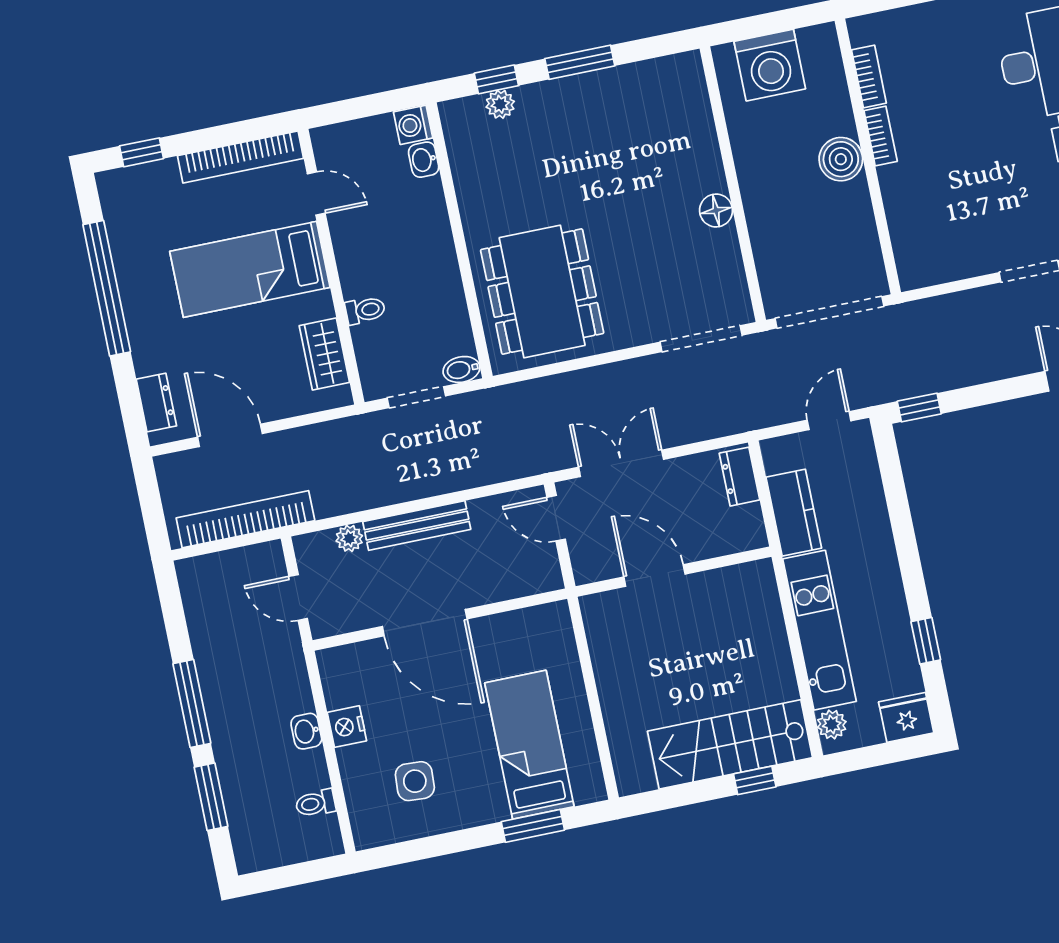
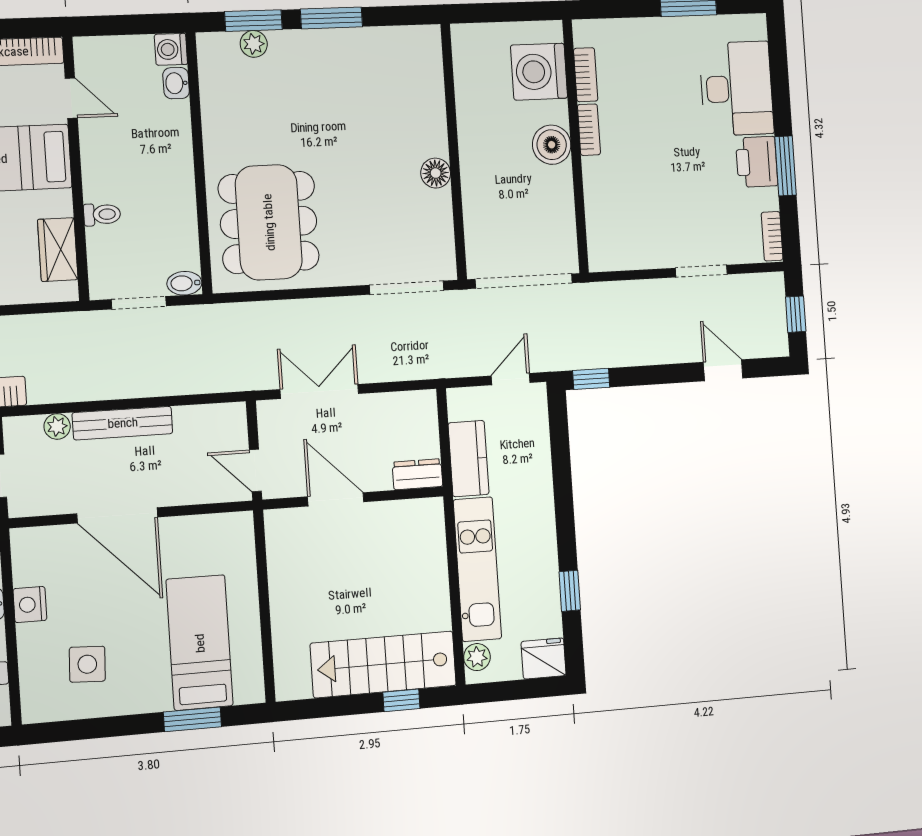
washing machine: (770, 65) -> (539, 72), moved, turned 90
window: (496, 79) -> (253, 21), width x1.50
dresser: (739, 477) -> (417, 474), moved, turned 90
door: (556, 518) -> (255, 470), moved

